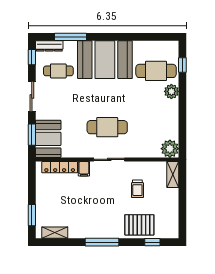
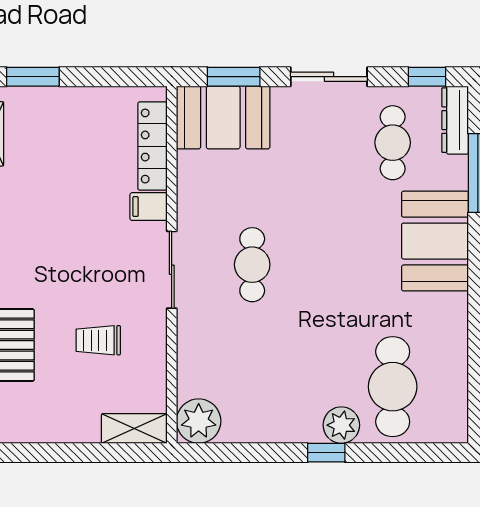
booth: (105, 60) -> (435, 241), width x0.73, depth x0.70
window: (182, 65) -> (326, 453), moved
cafe table: (107, 127) -> (252, 265), width x0.73, depth x0.74

